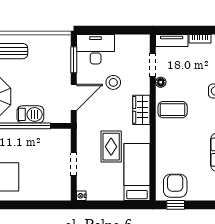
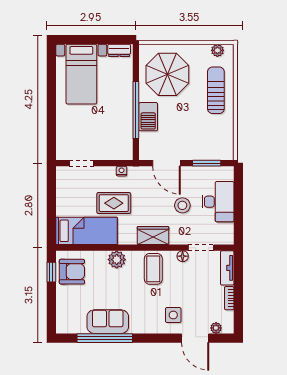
desk: (96, 49) -> (218, 202), moved
plant: (164, 144) -> (117, 260), added
doorway: (74, 164) -> (82, 163), moved
nightstand: (81, 196) -> (122, 171), moved

